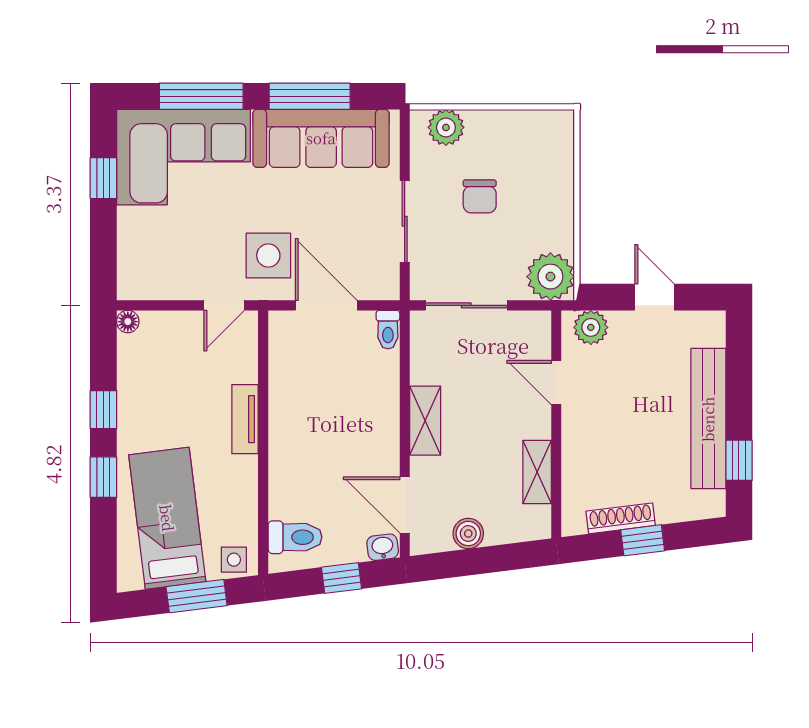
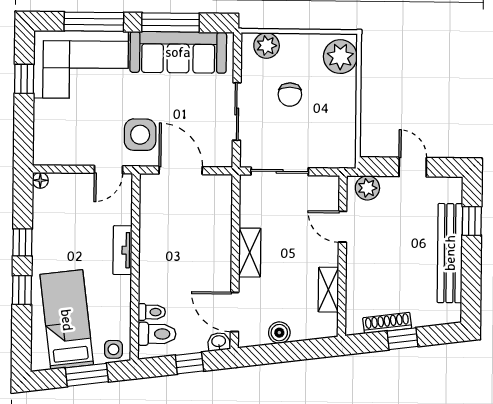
plant: (550, 277) -> (340, 57), moved
toilet: (388, 330) -> (152, 312), moved, turned -90
window: (739, 460) -> (472, 221), moved

